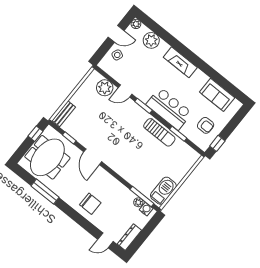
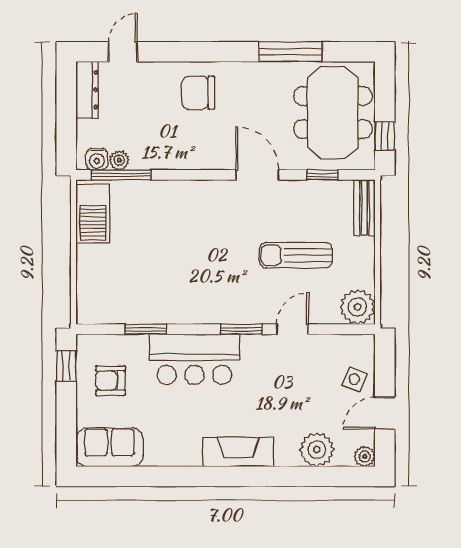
plant: (105, 88) -> (358, 307), moved
sofa: (217, 95) -> (109, 447), moved
sun lounger: (159, 132) -> (296, 255), moved

